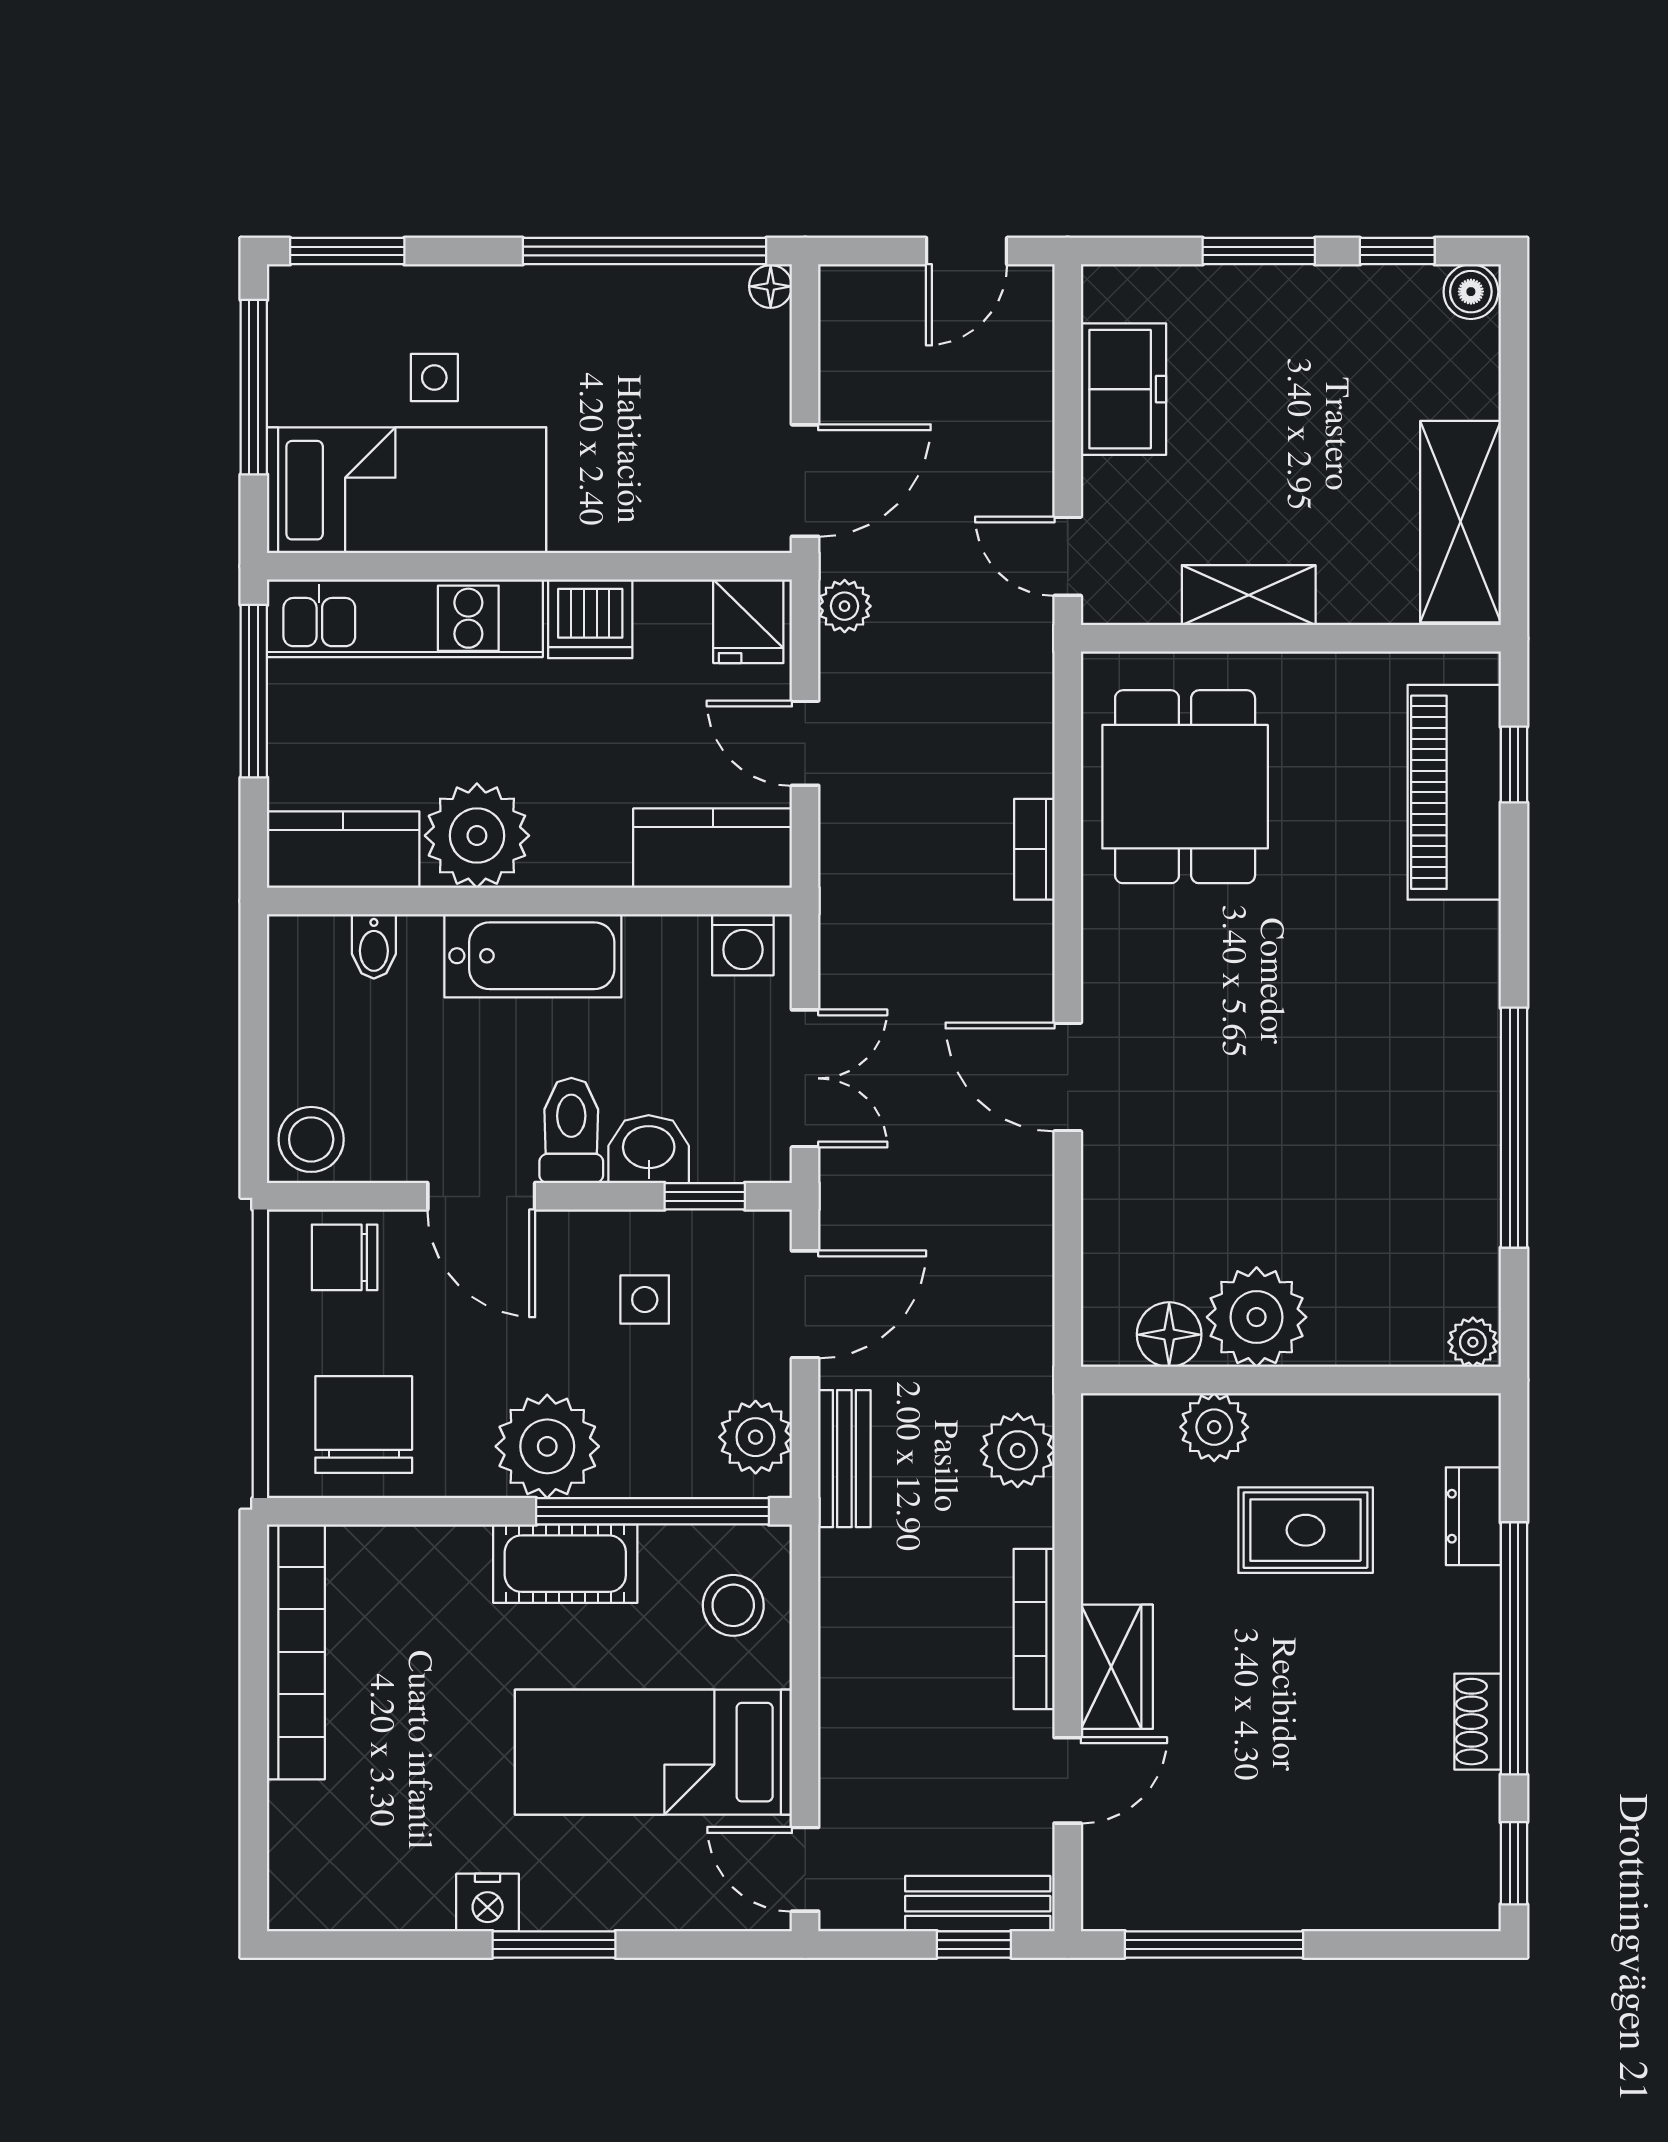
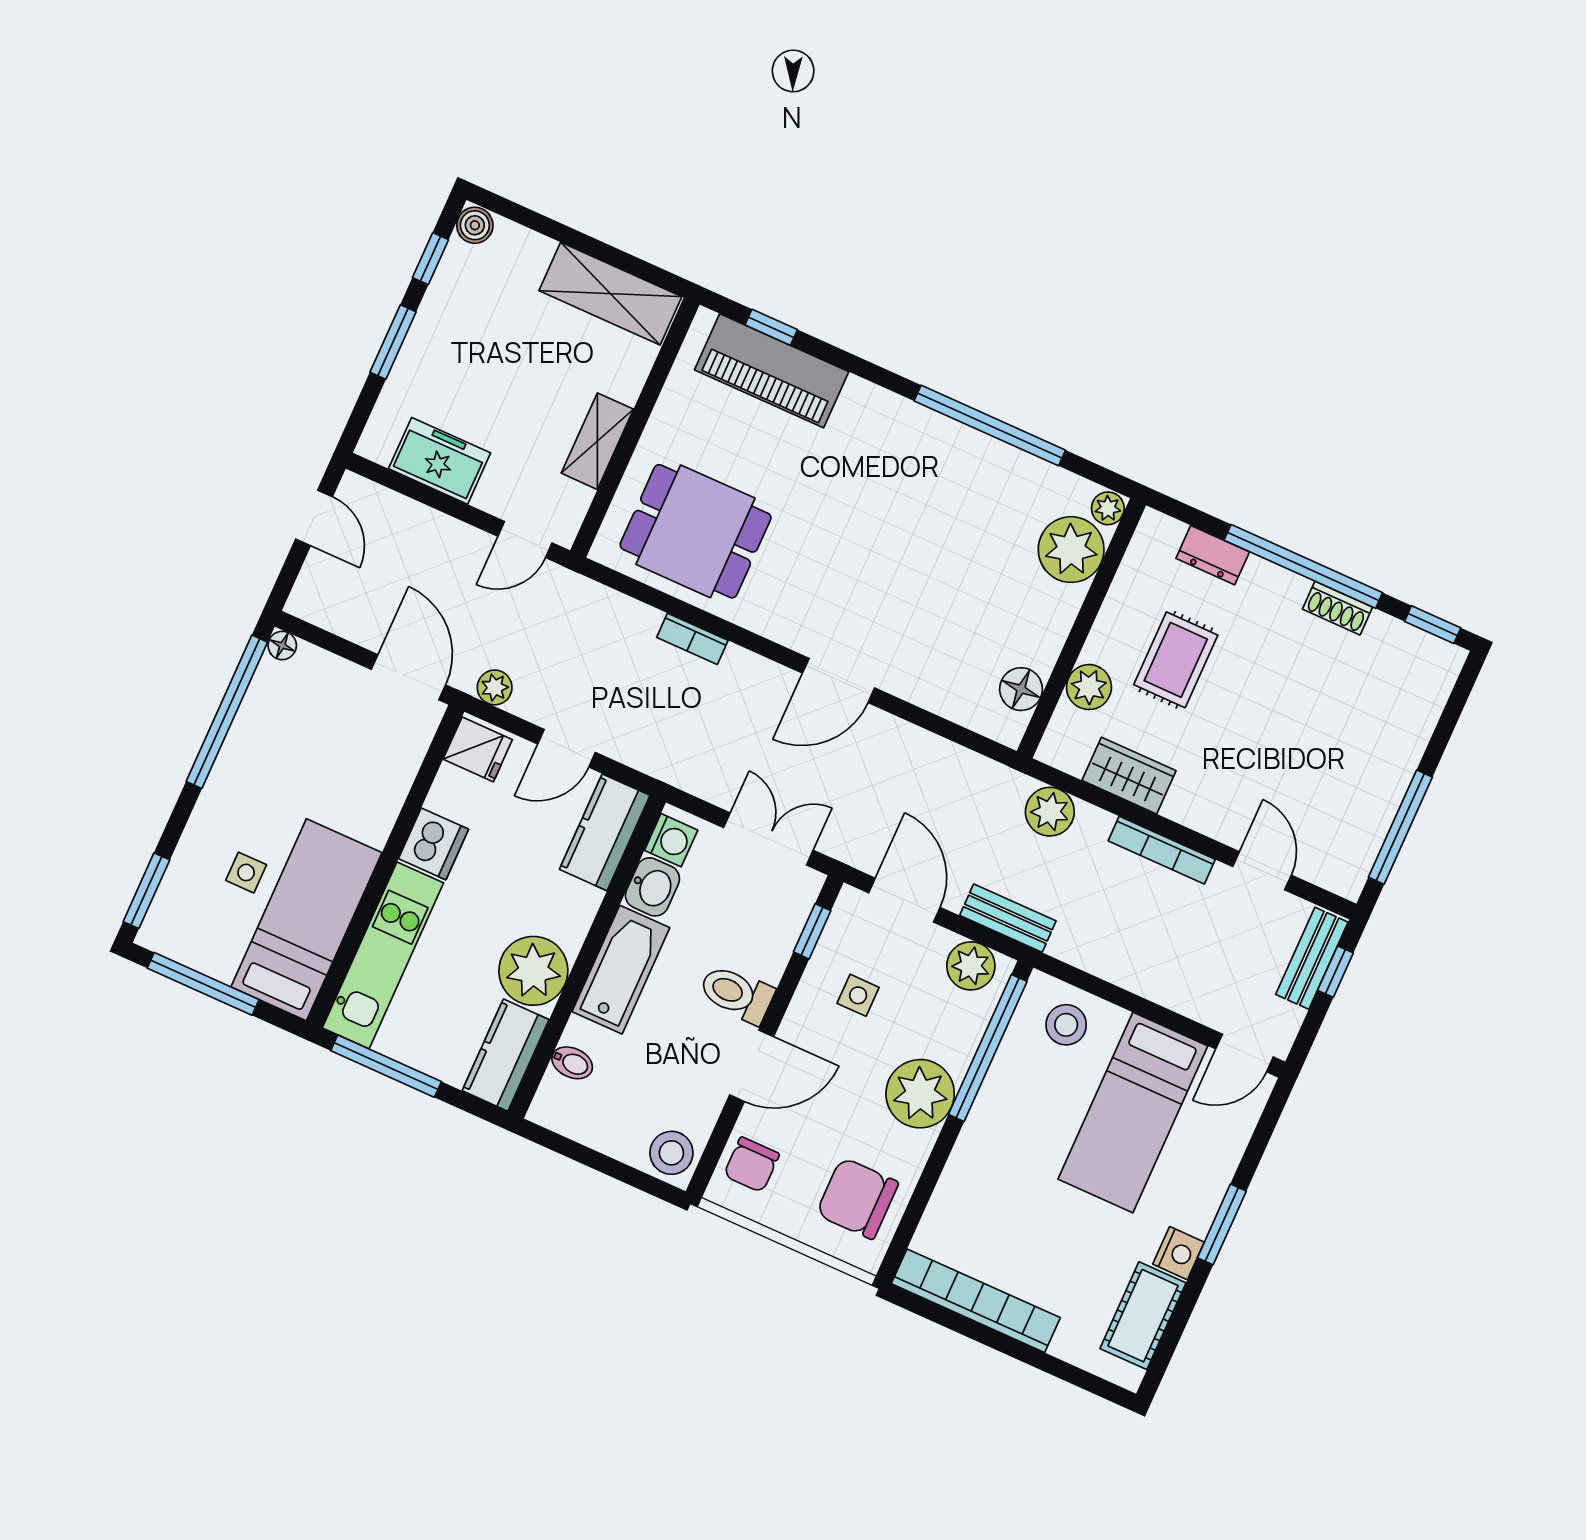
washbasin: (649, 1149) -> (652, 887), moved, turned 180
plant: (1257, 1317) -> (1071, 550), moved
cot: (565, 1564) -> (1143, 1316), moved
wardrobe: (1117, 1667) -> (1129, 776), moved

